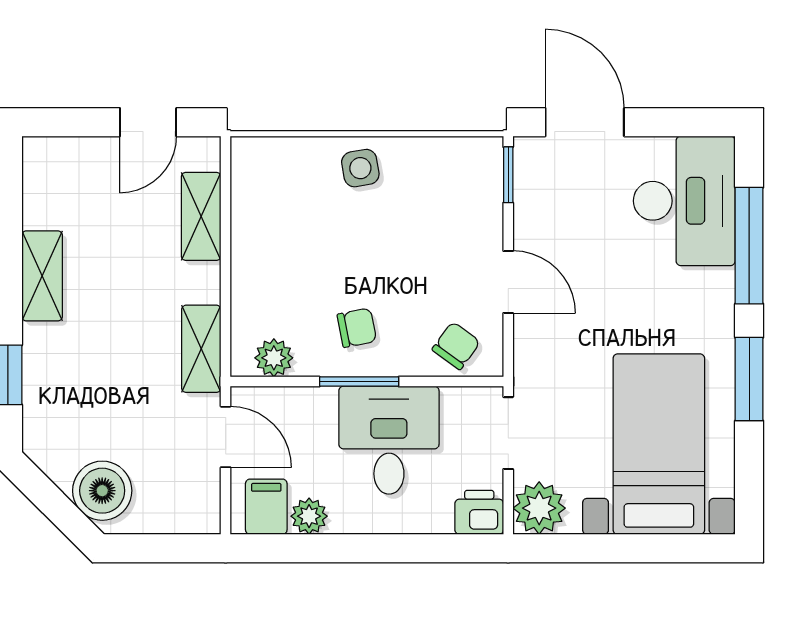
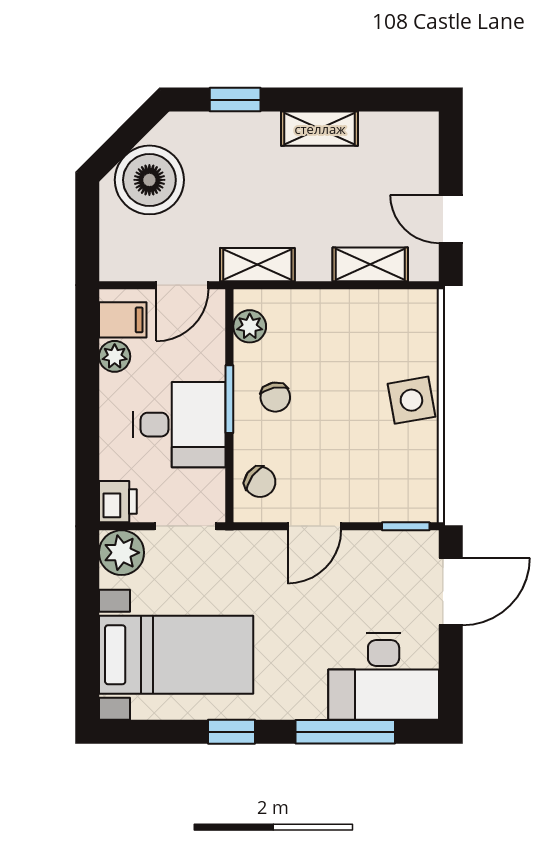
side table: (360, 168) -> (411, 400), width x1.37, depth x1.37
window: (749, 379) -> (232, 732), width x0.67
boiler: (102, 491) -> (149, 180), width x1.37, depth x1.37

